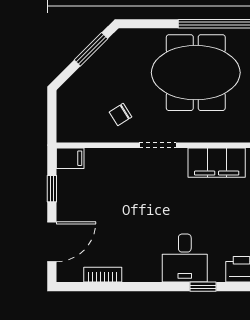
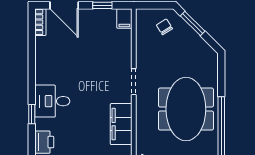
window: (91, 49) -> (193, 23), moved
chair: (121, 114) -> (164, 27), moved
bookcase: (103, 275) -> (40, 22), moved

